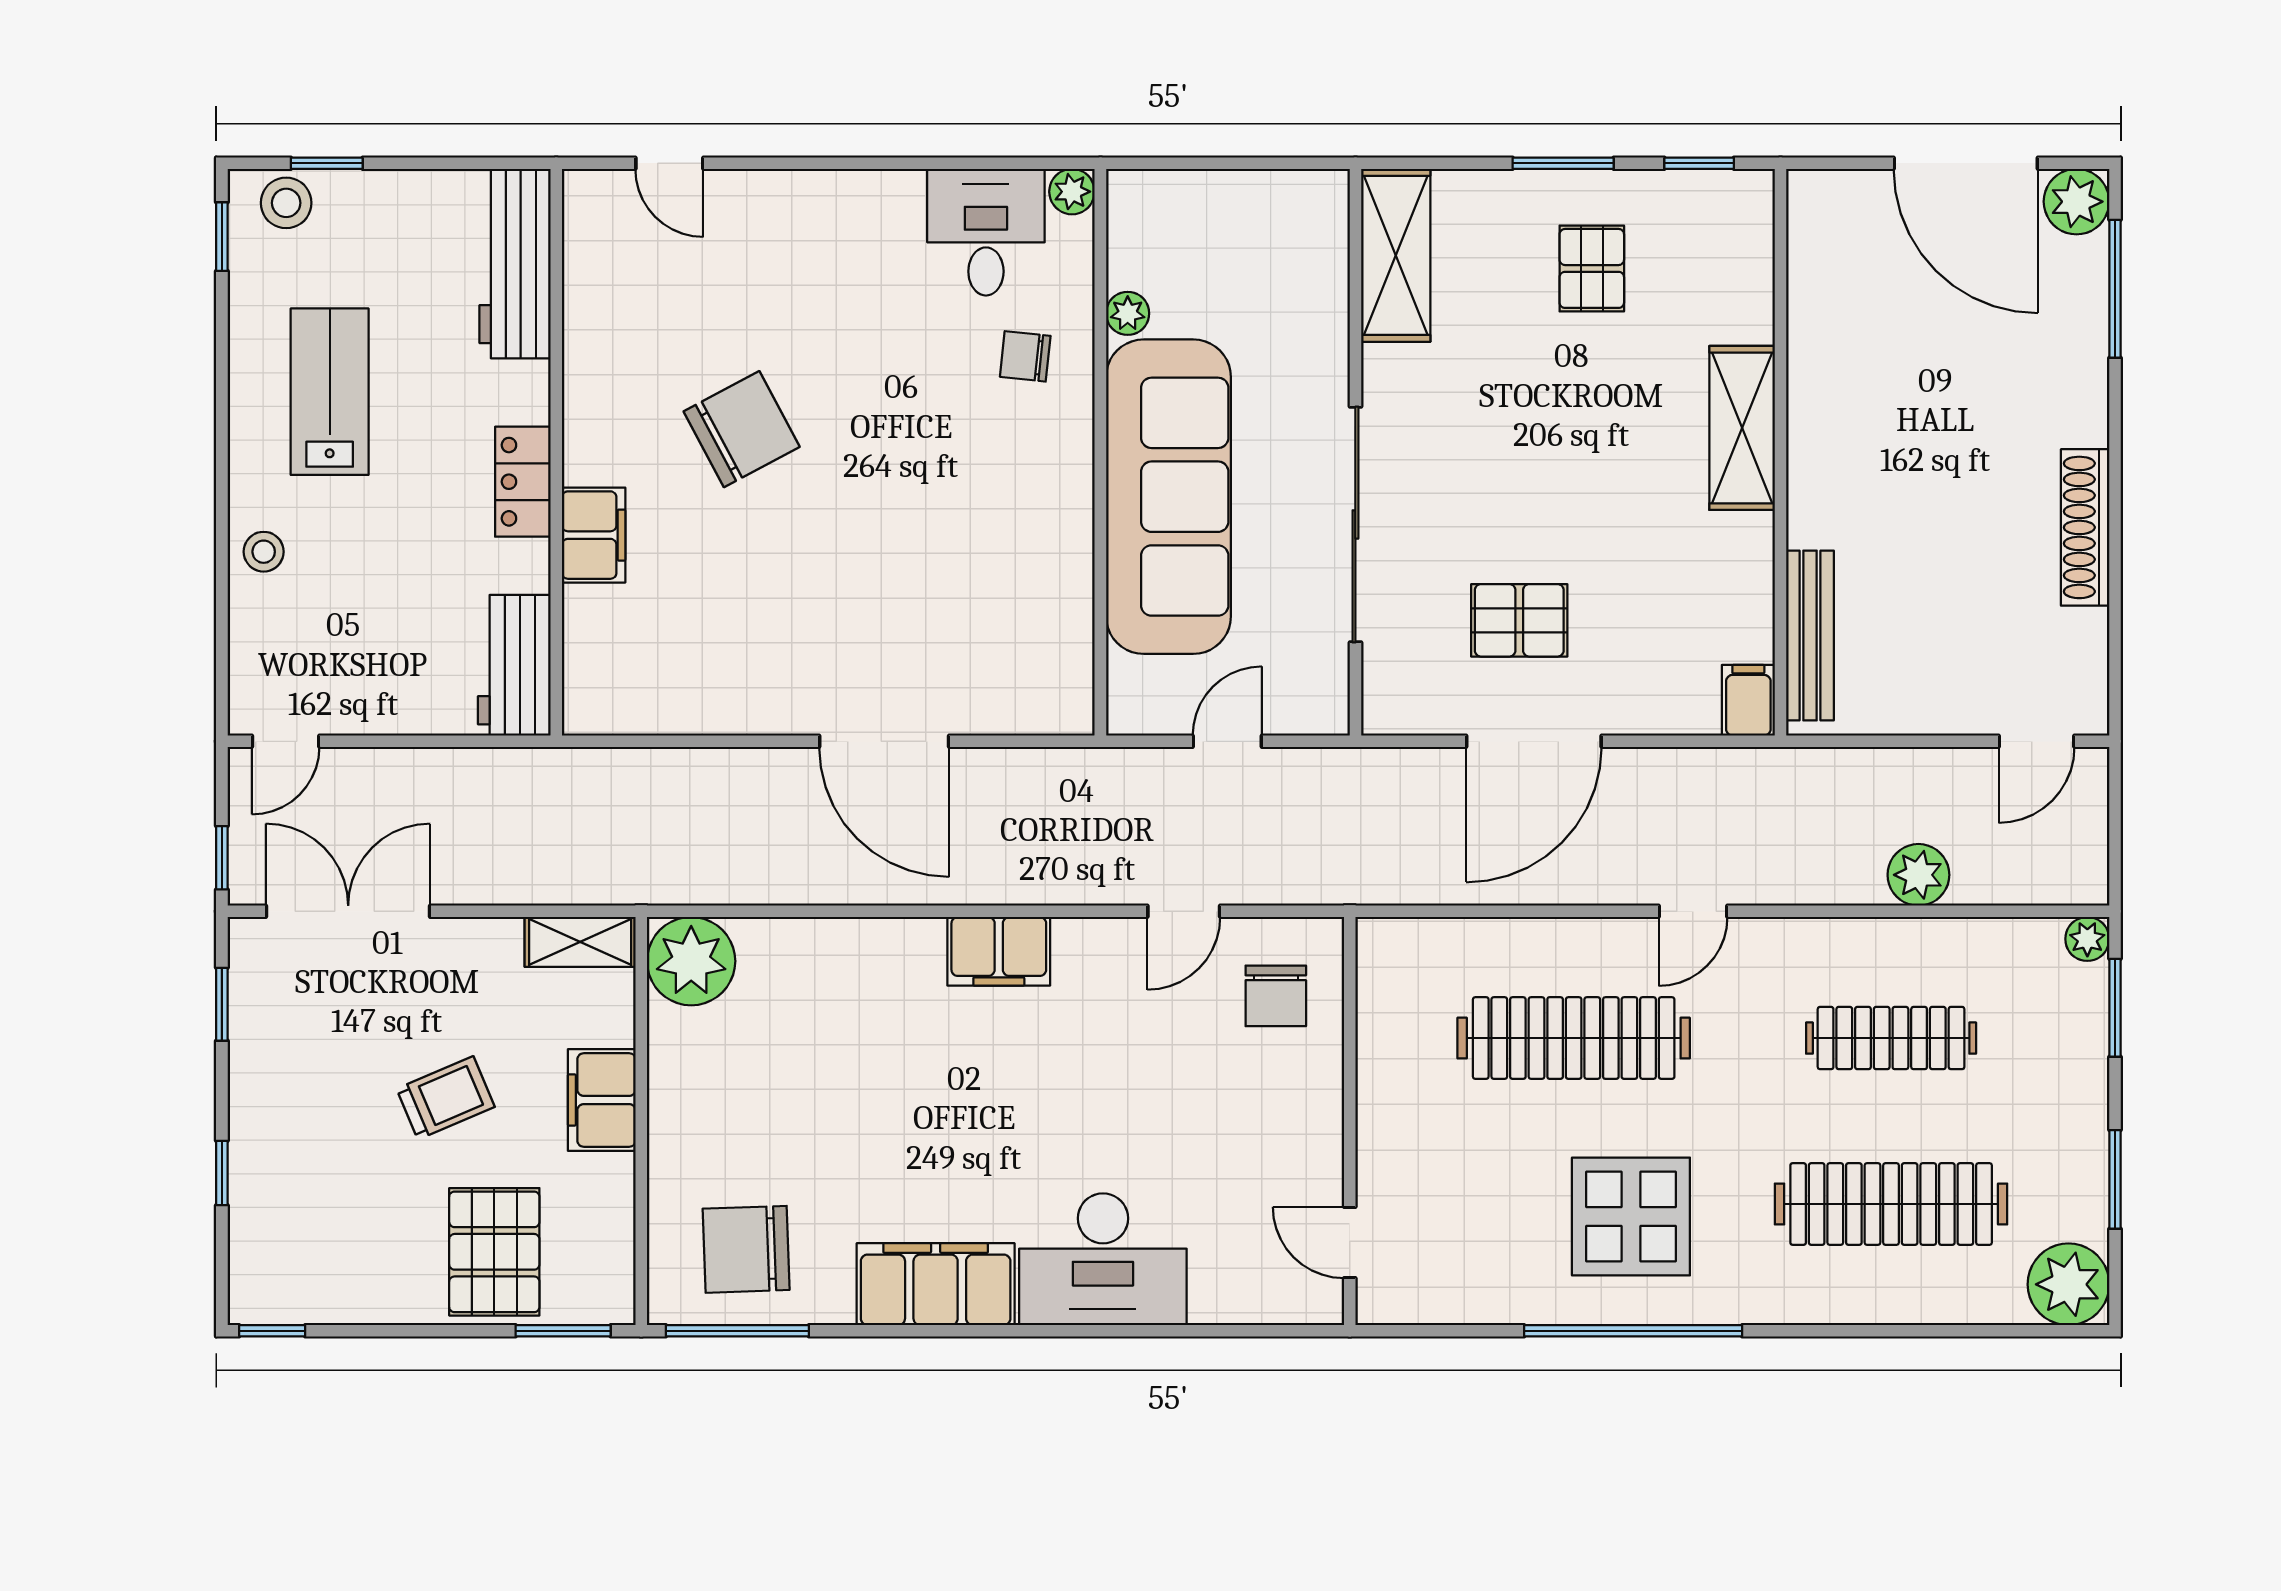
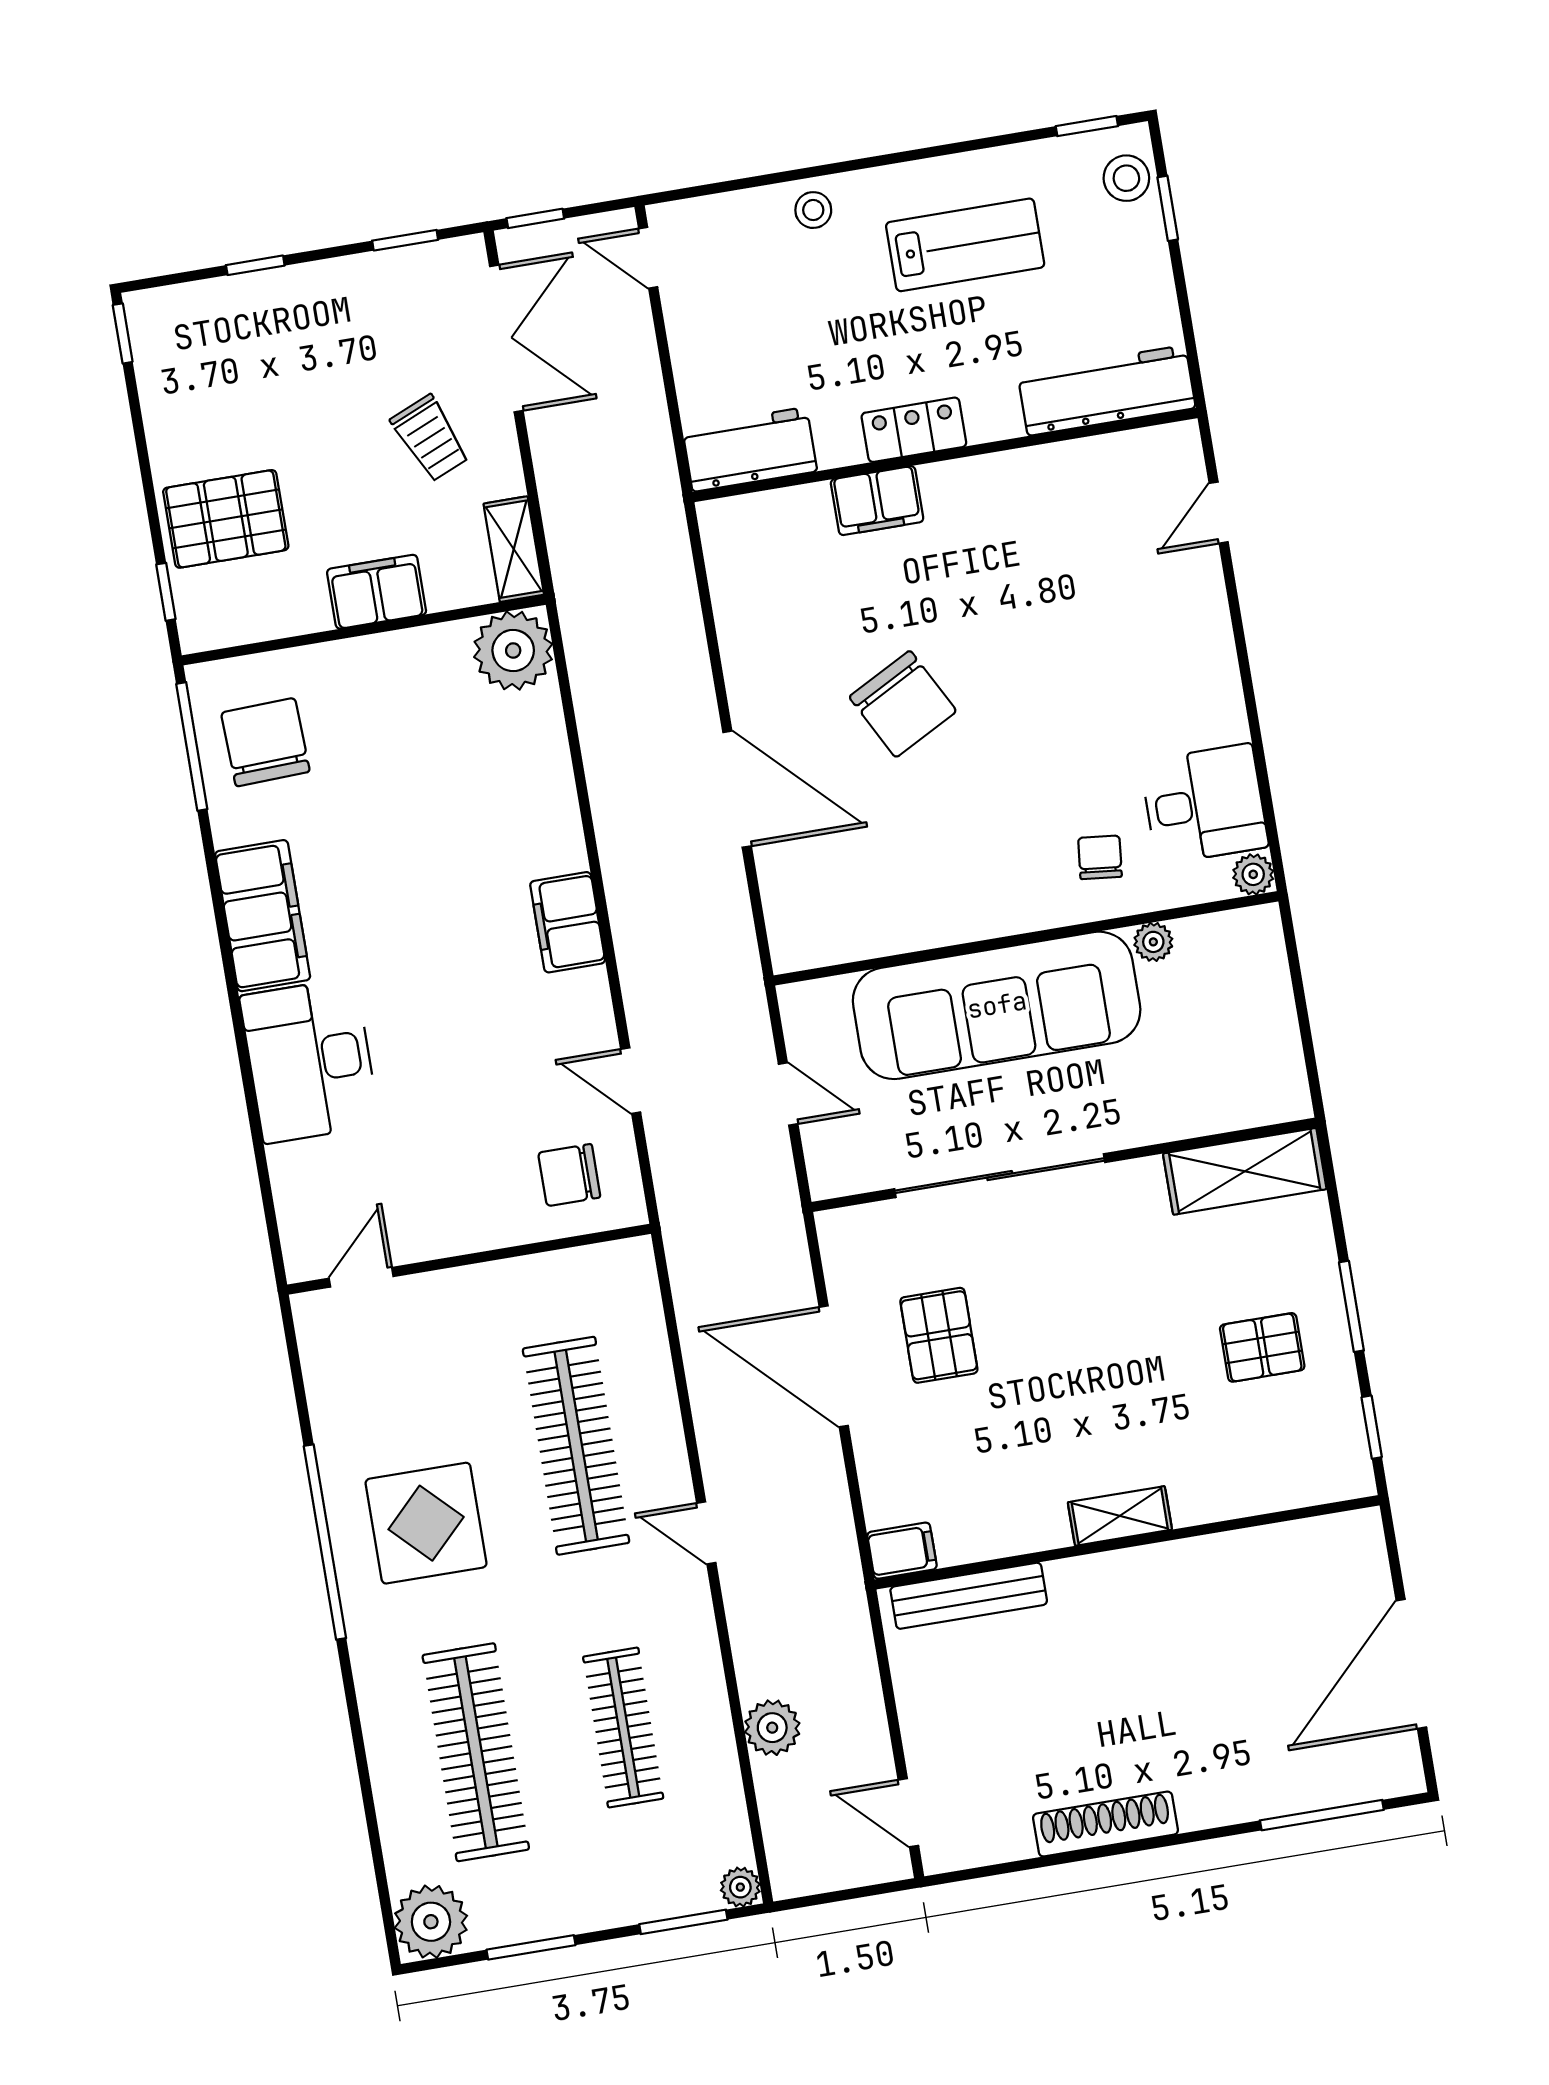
plant: (2076, 202) -> (1394, 1768), removed
shelving: (1742, 428) -> (1120, 1516), width x0.67, depth x0.75
chair: (742, 429) -> (903, 704), moved
door: (884, 741) -> (737, 789), swing flipped
trolley: (446, 1098) -> (430, 438), moved
window: (563, 1331) -> (166, 592), width x0.67

